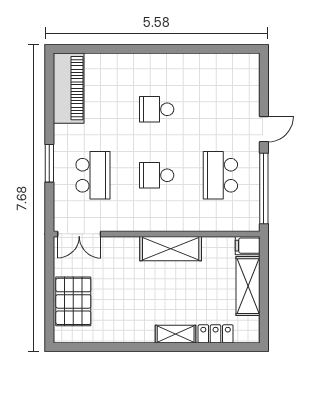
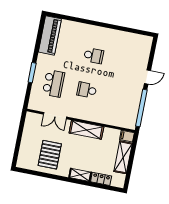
school desk: (157, 109) -> (94, 56), turned 180
school desk: (220, 175) -> (120, 97), removed
double door: (79, 234) -> (55, 116), moved
pallet: (73, 301) -> (50, 155), moved

